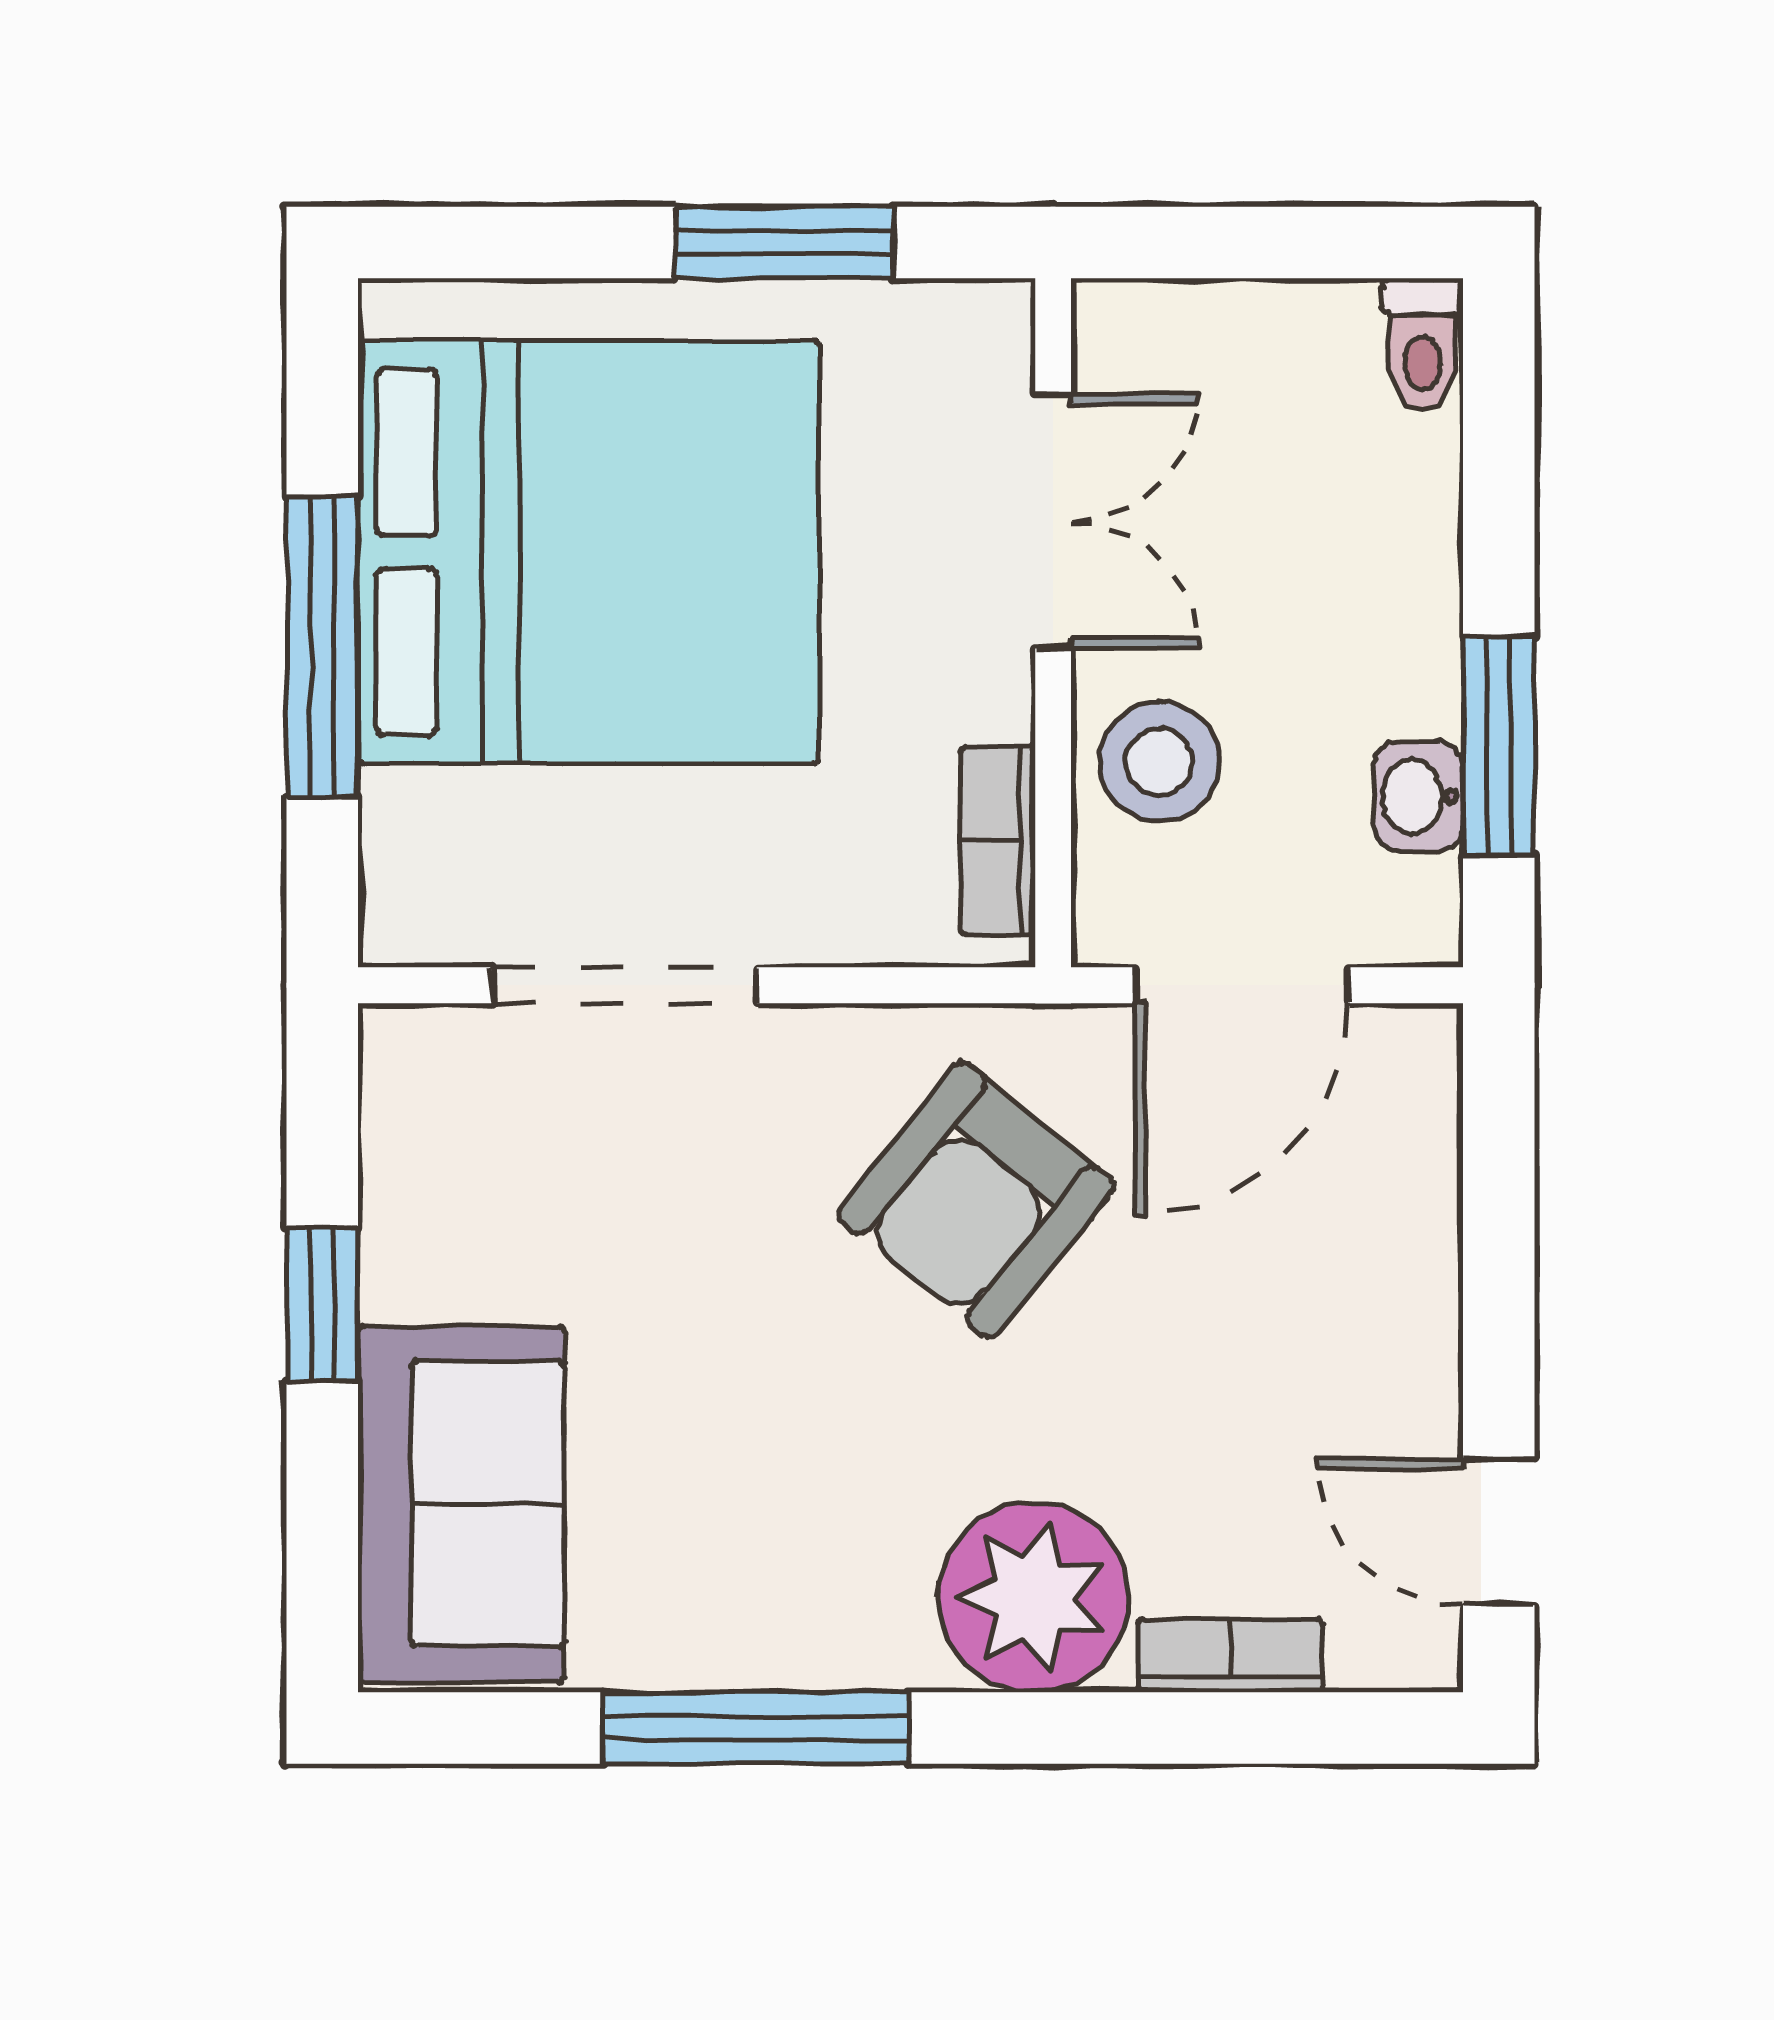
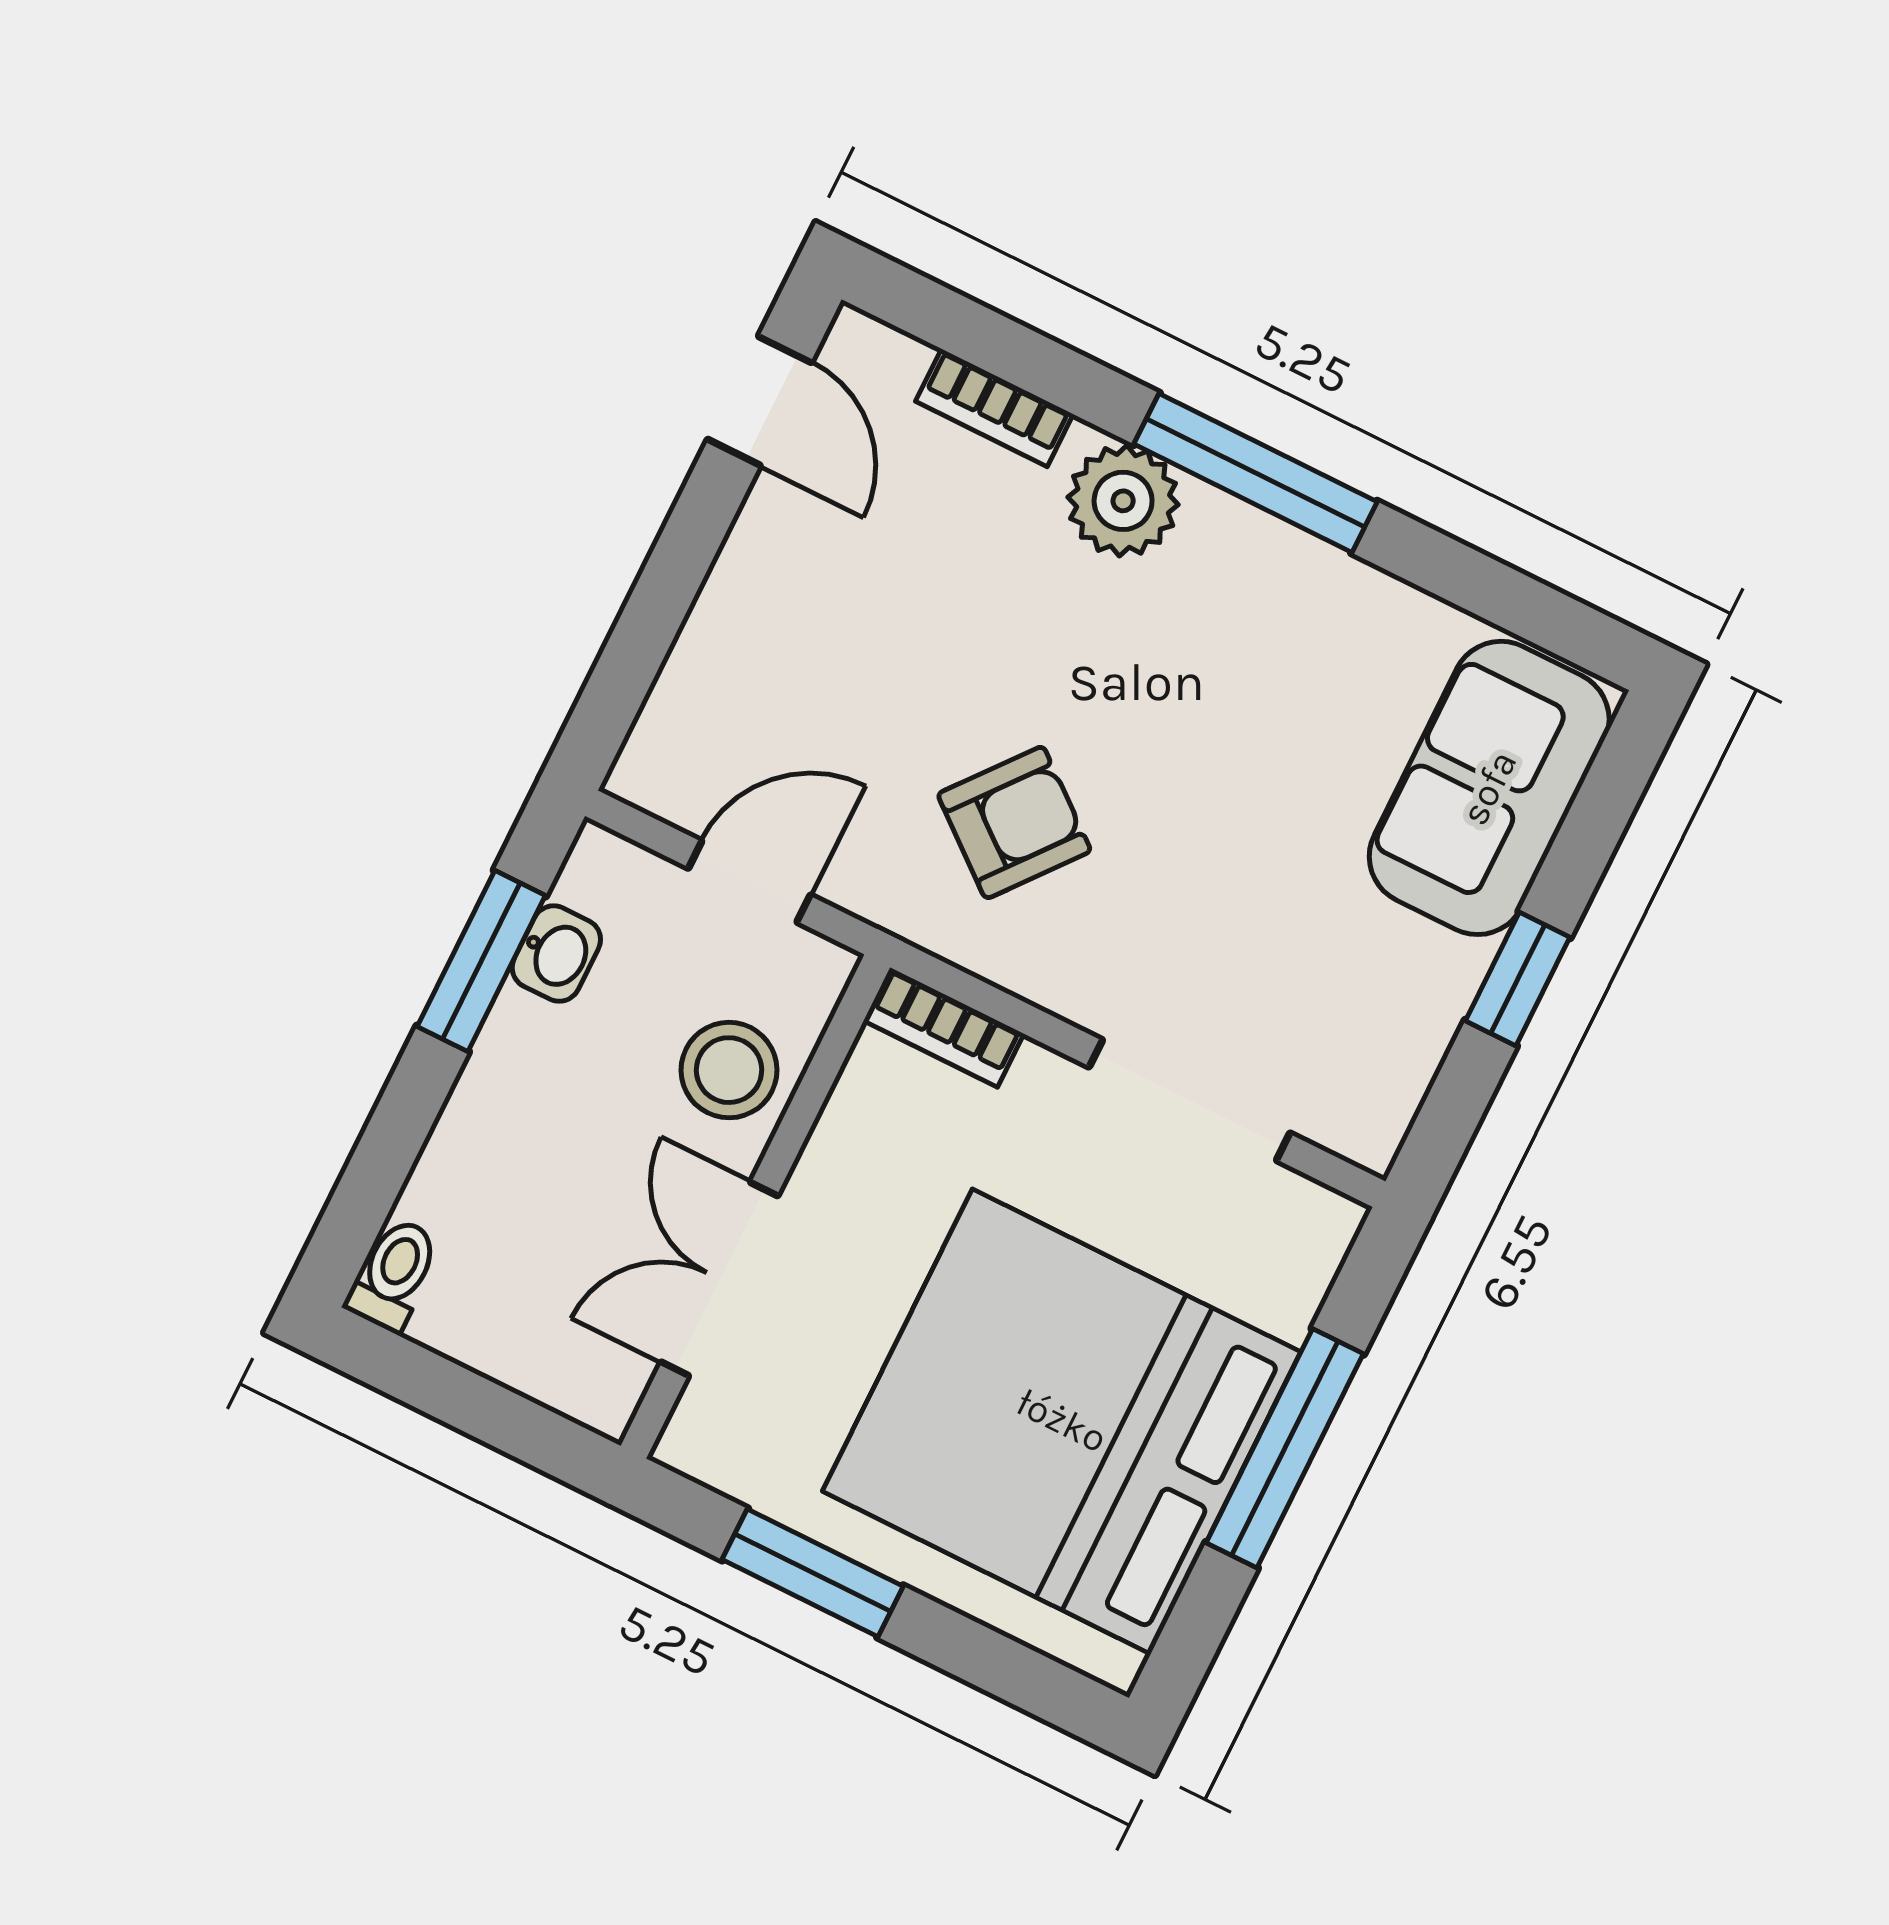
bookcase: (998, 841) -> (944, 1027), moved, turned 90
door: (1241, 985) -> (749, 882), width x0.73
armchair: (976, 1200) -> (1014, 822), width x0.72, depth x0.72
plant: (1033, 1597) -> (1123, 501), width x0.73, depth x0.73
window: (756, 1728) -> (1256, 473), moved

